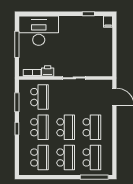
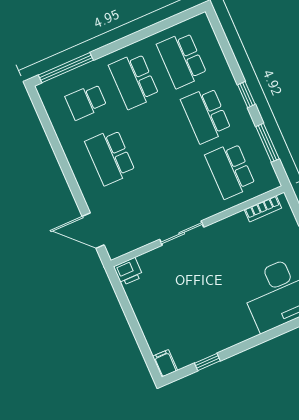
printer: (48, 71) -> (128, 272), moved
school desk: (66, 127) -> (158, 136), removed
school desk: (92, 157) -> (86, 102), width x0.54

